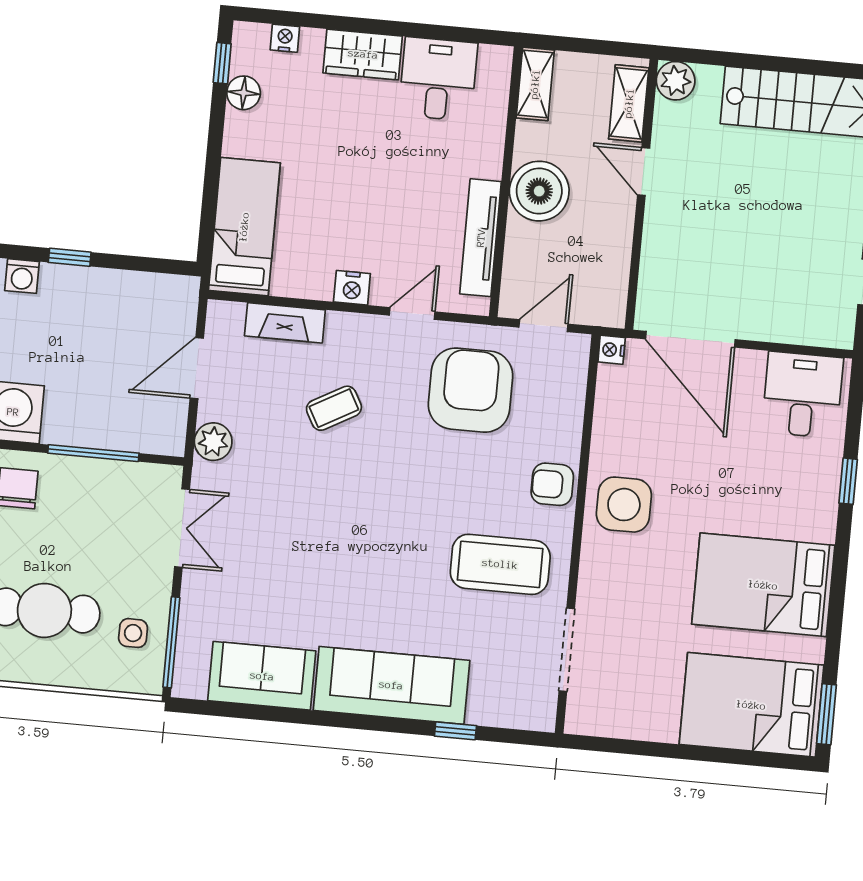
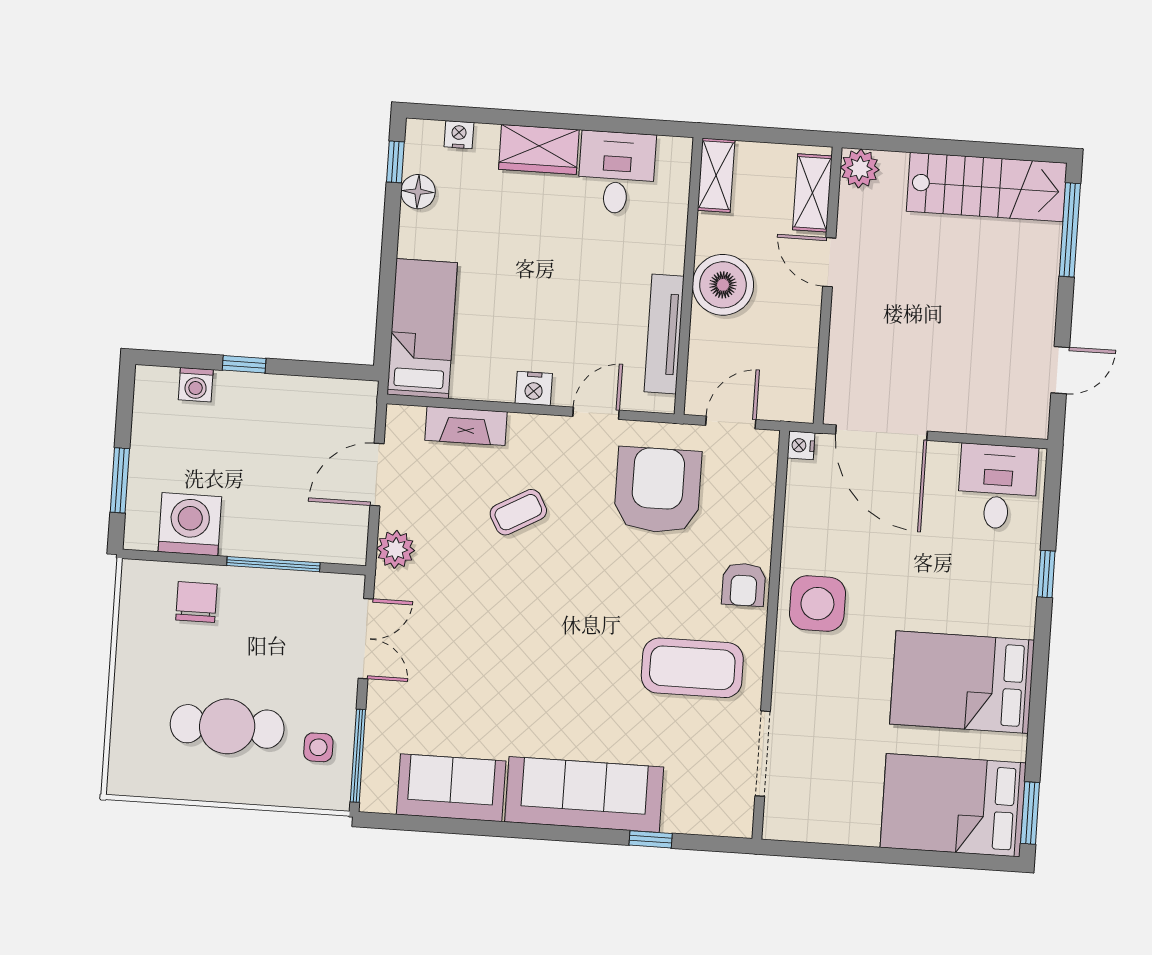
armchair: (552, 484) -> (744, 585), turned -90

